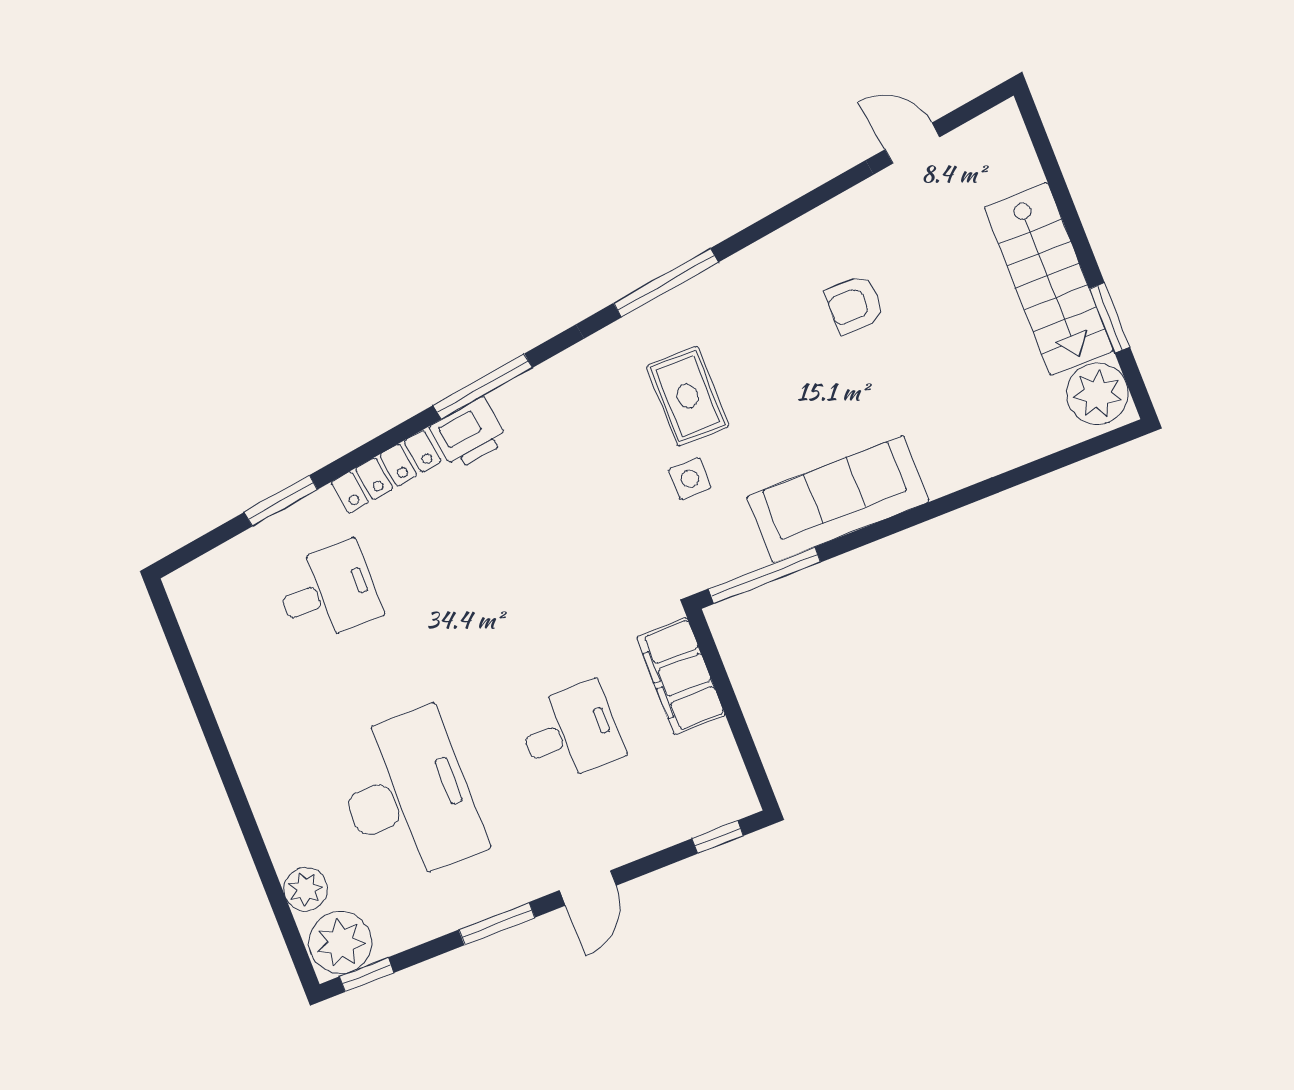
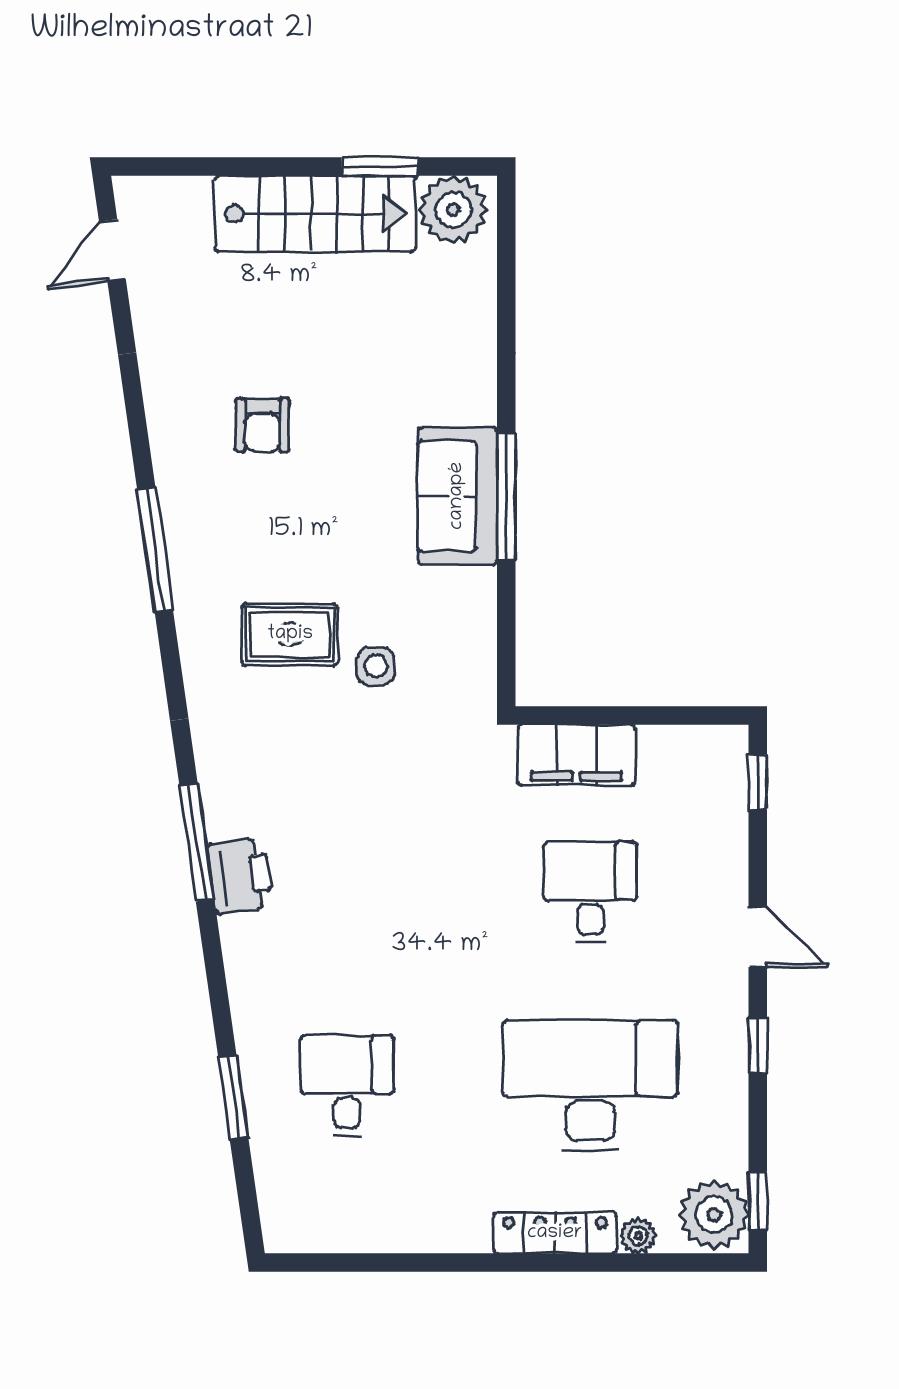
door: (912, 143) -> (112, 250), moved
window: (666, 283) -> (155, 550), moved
locker: (386, 472) -> (555, 1233), moved, turned -82
sofa: (838, 499) -> (457, 496), width x0.73
window: (764, 575) -> (506, 497), moved
plant: (306, 889) -> (638, 1236), width x0.73, depth x0.73
window: (497, 924) -> (758, 1046), width x0.67

